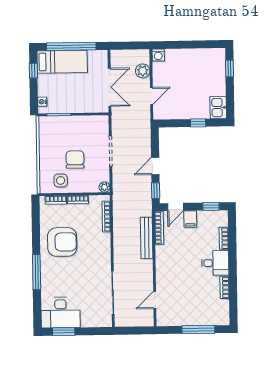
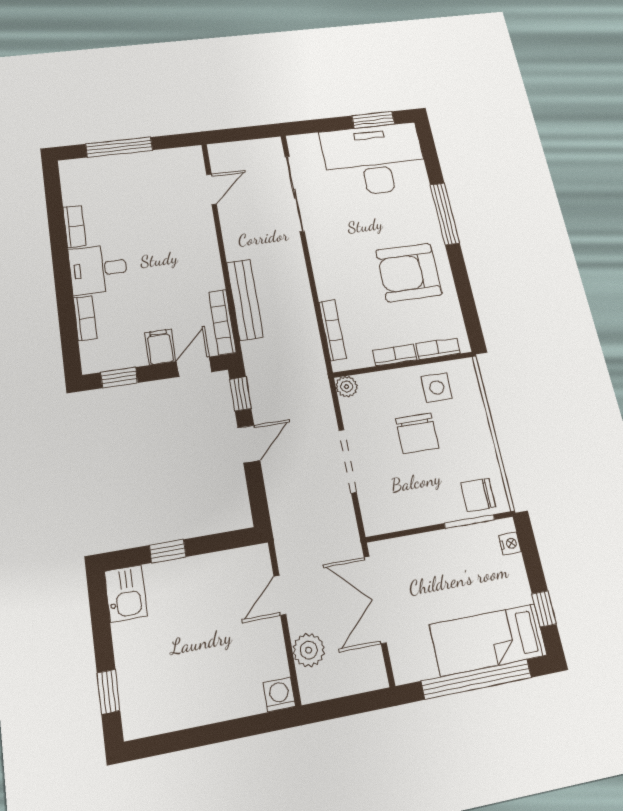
chair: (52, 126) -> (478, 495), added
desk: (60, 313) -> (374, 159), width x1.36, depth x1.30

